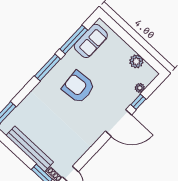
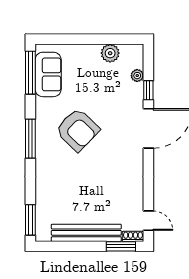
window: (74, 39) -> (30, 73), moved
armchair: (78, 87) -> (78, 130), turned -131

